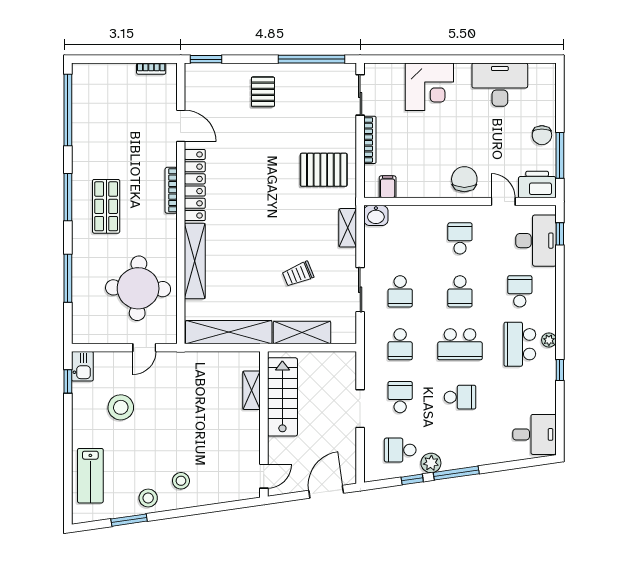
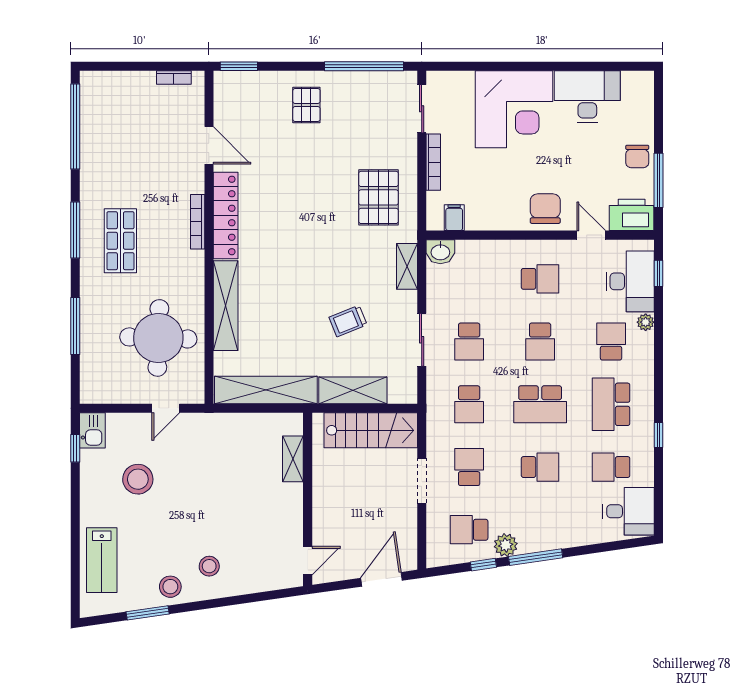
corner desk: (429, 87) -> (514, 109), width x1.36, depth x1.36
pallet: (324, 170) -> (379, 197), turned 90
school desk: (460, 238) -> (540, 279), turned 90
plant: (549, 340) -> (646, 322), moved
stairs: (282, 397) -> (371, 430), moved, turned 90
school desk: (520, 397) -> (611, 467), added

